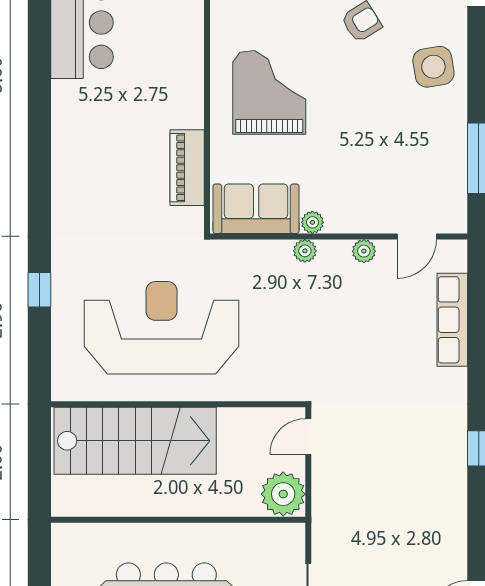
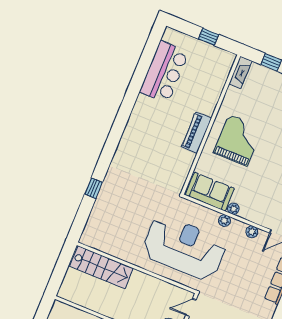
piano: (187, 168) -> (197, 133), moved
reception desk: (161, 328) -> (184, 248), moved
stairs: (135, 441) -> (102, 267), width x0.73, depth x0.66

